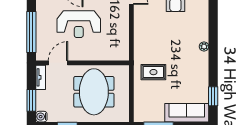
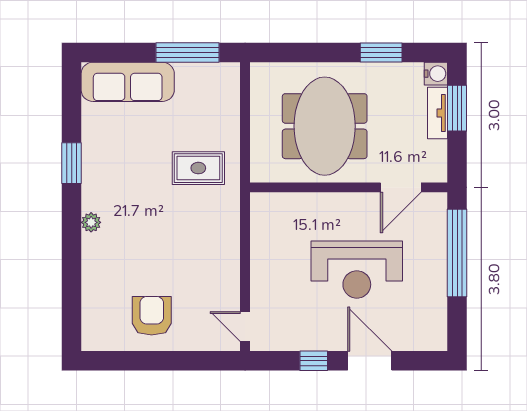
reception desk: (79, 24) -> (357, 270), turned 180
tv unit: (41, 77) -> (438, 113), moved
window: (213, 96) -> (72, 163), moved

